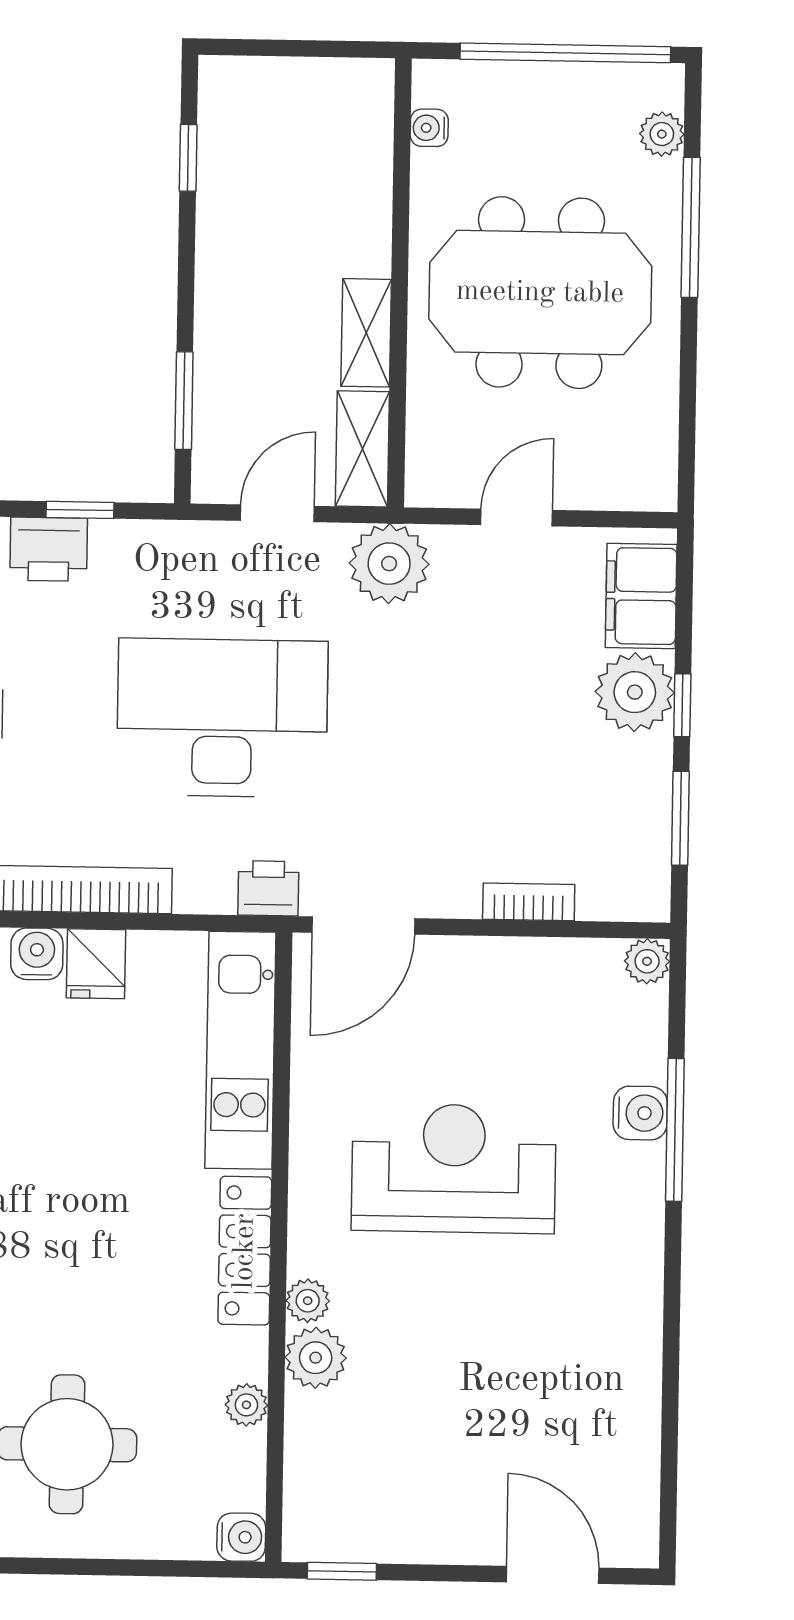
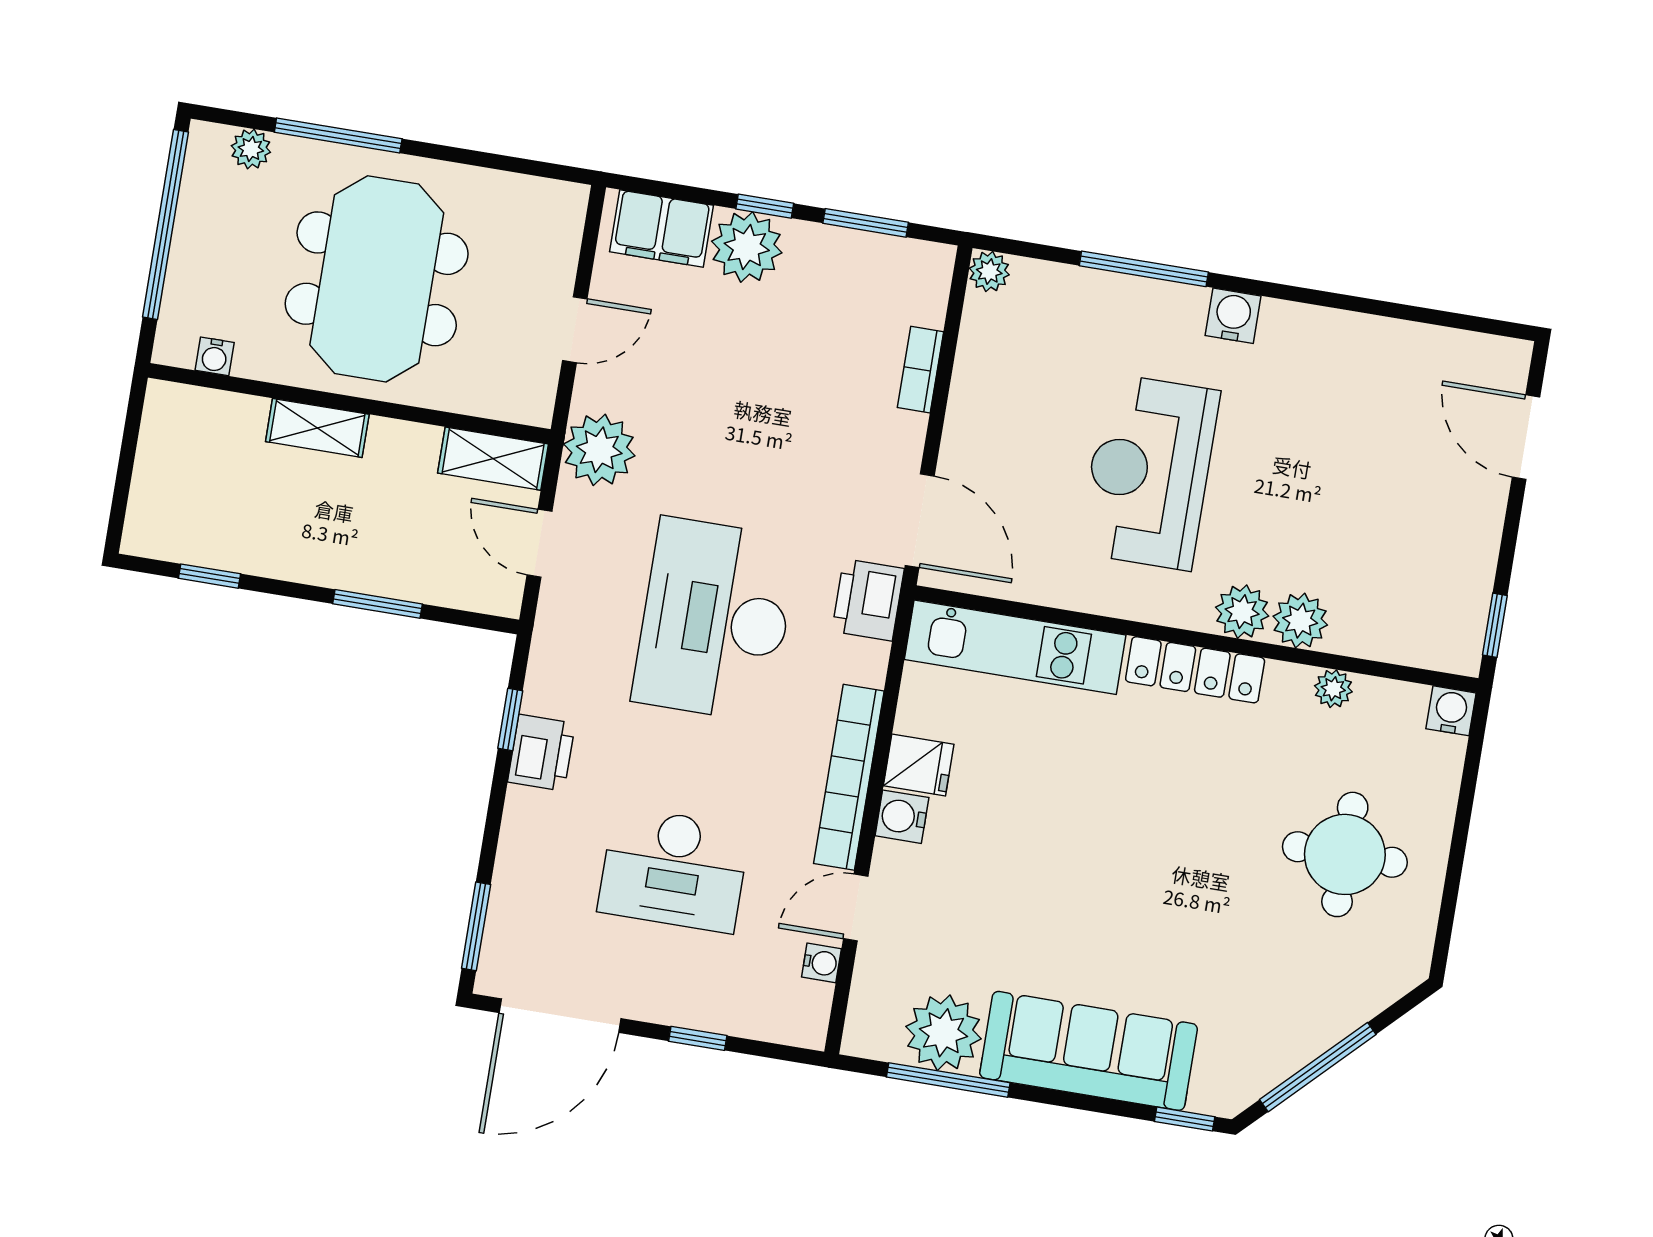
shelving: (366, 333) -> (317, 428), moved
window: (184, 401) -> (377, 604), moved
door: (517, 518) -> (575, 330), swing flipped
printer: (268, 888) -> (868, 600), width x1.36, depth x1.24
water cooler: (640, 1113) -> (1233, 316), moved
plant: (308, 1301) -> (1242, 612), width x1.38, depth x1.38
door: (553, 1575) -> (1526, 437), hinge flipped

